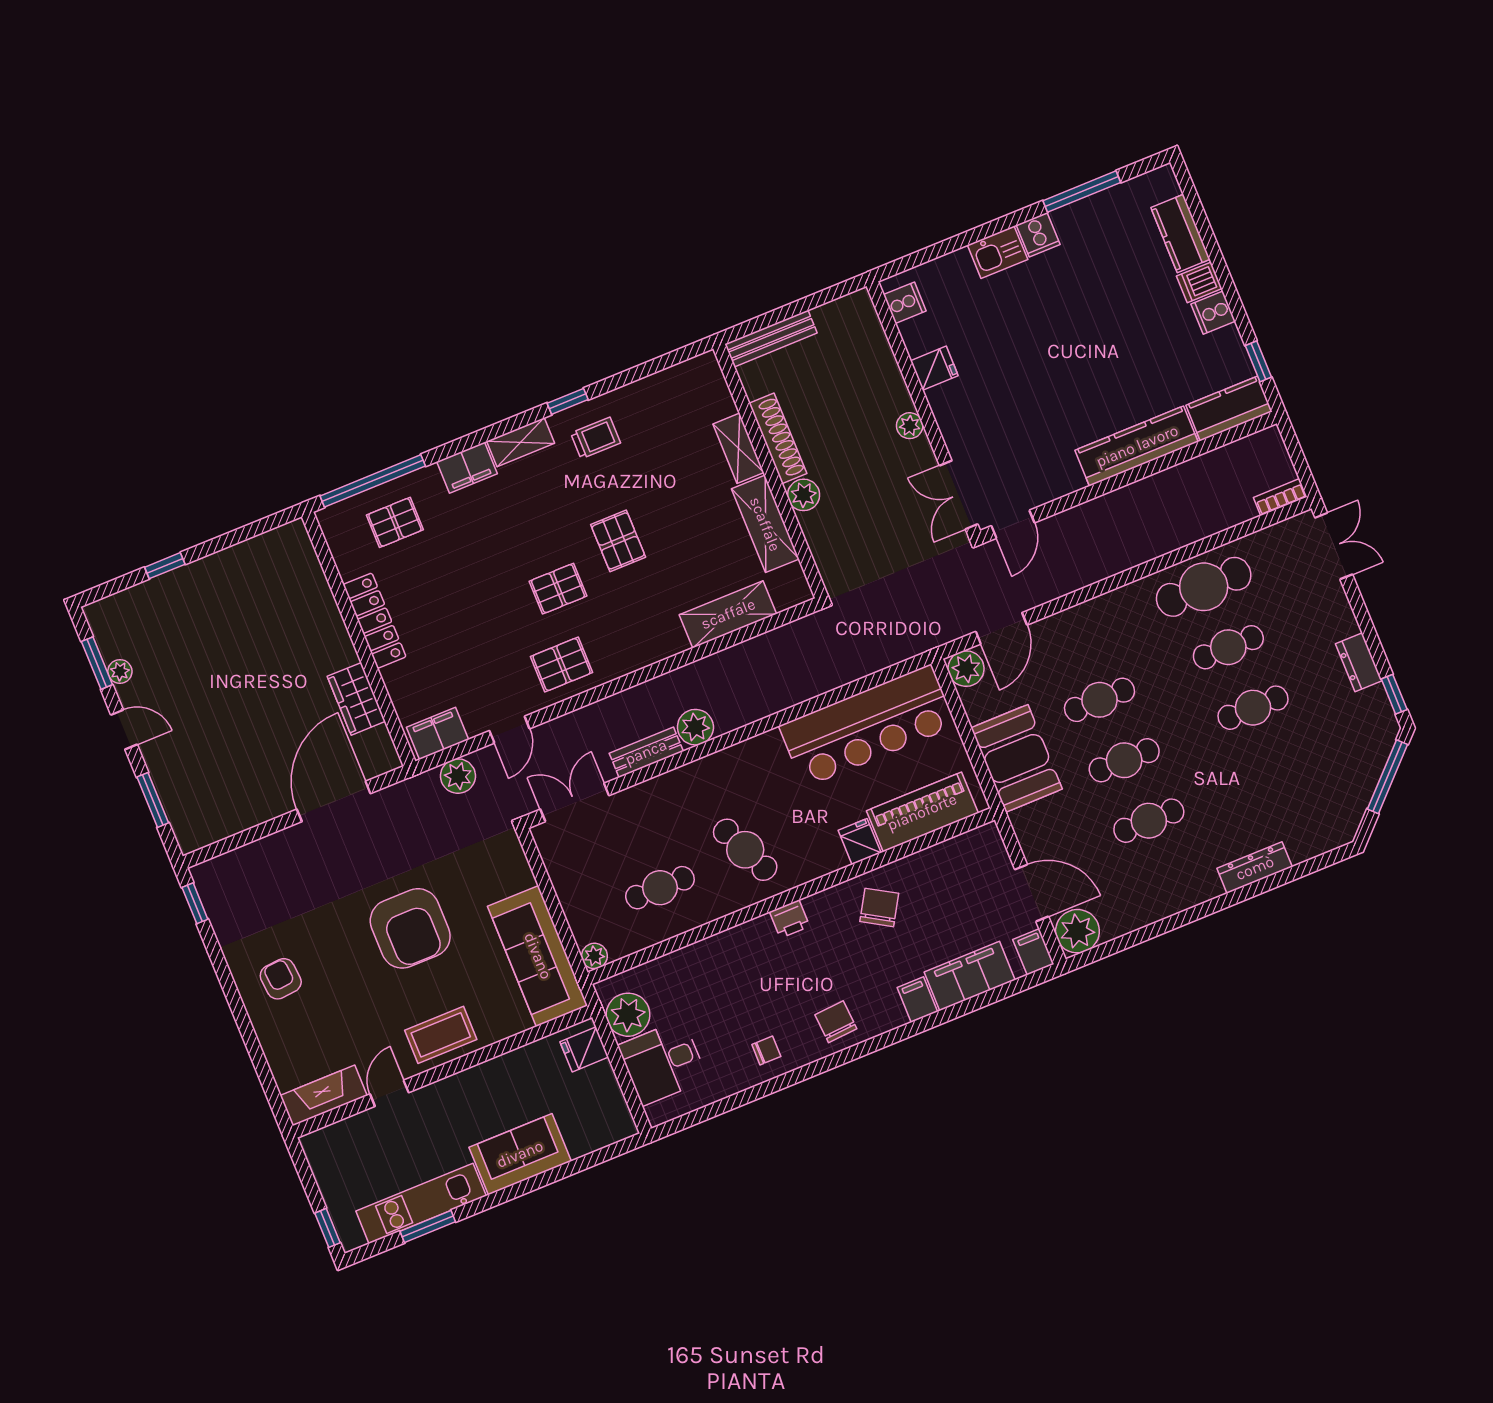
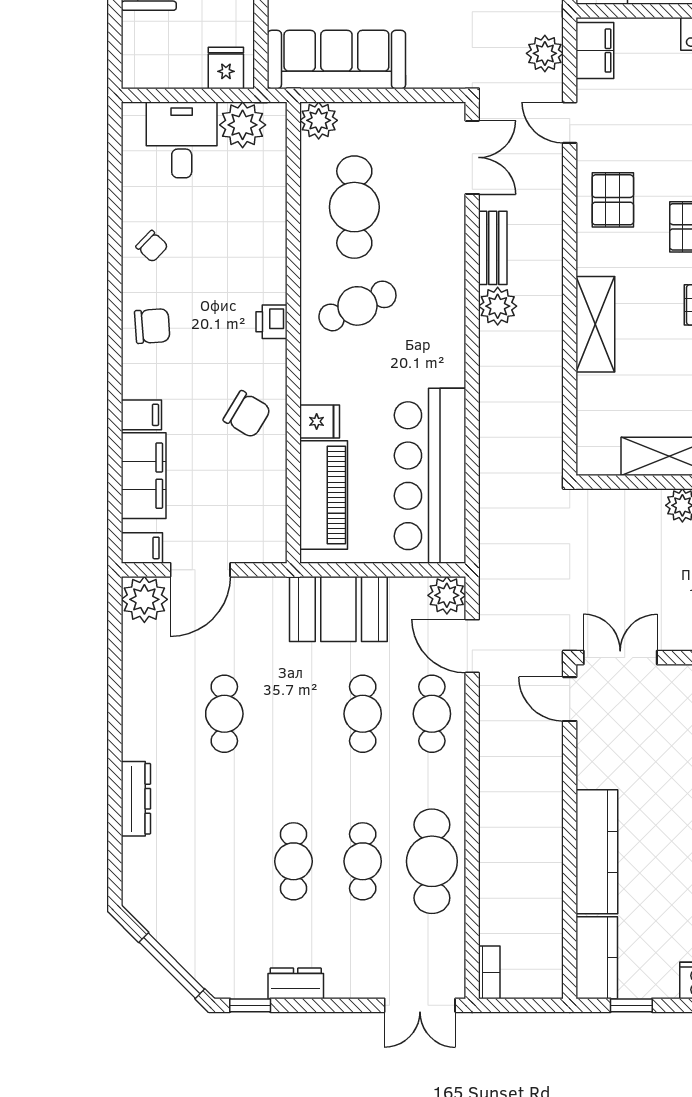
shelving: (728, 614) -> (595, 324), moved
cafe table: (1124, 760) -> (432, 714), moved
cafe table: (660, 888) -> (354, 207), width x1.37, depth x1.35
plant: (594, 956) -> (319, 120), width x1.38, depth x1.38
chair: (766, 1050) -> (152, 246), turned -46

